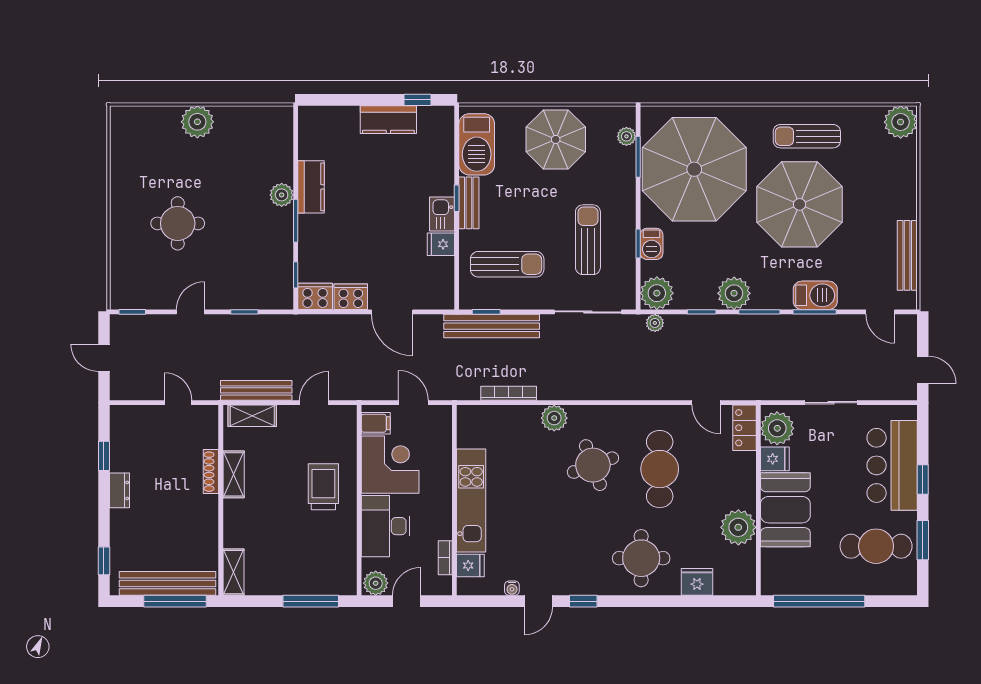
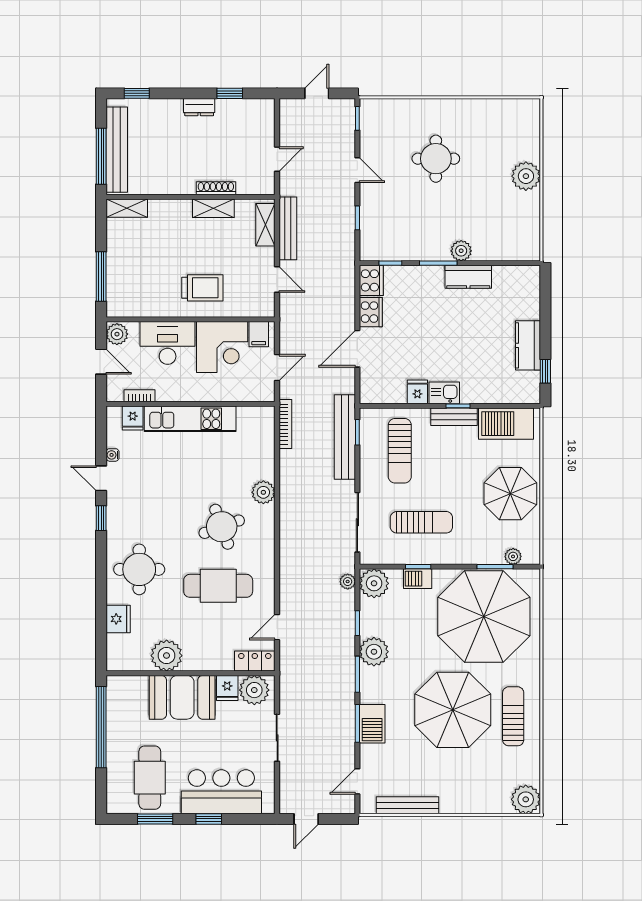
bookcase: (509, 393) -> (285, 424), moved

